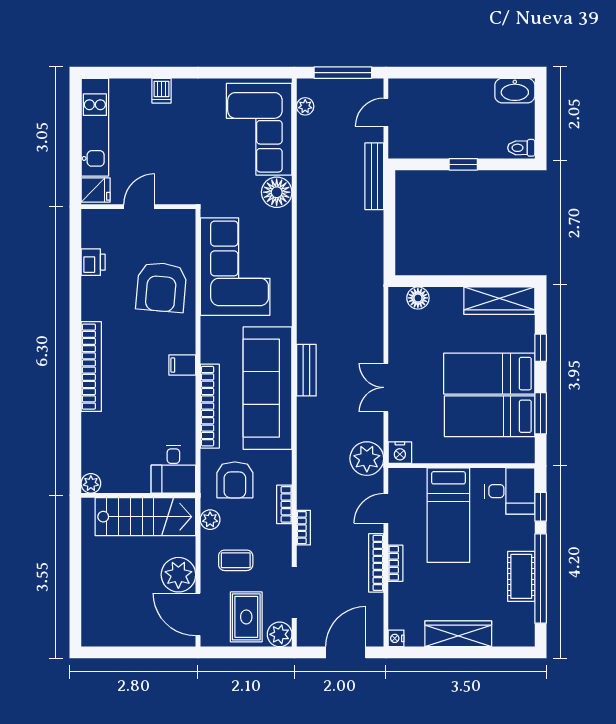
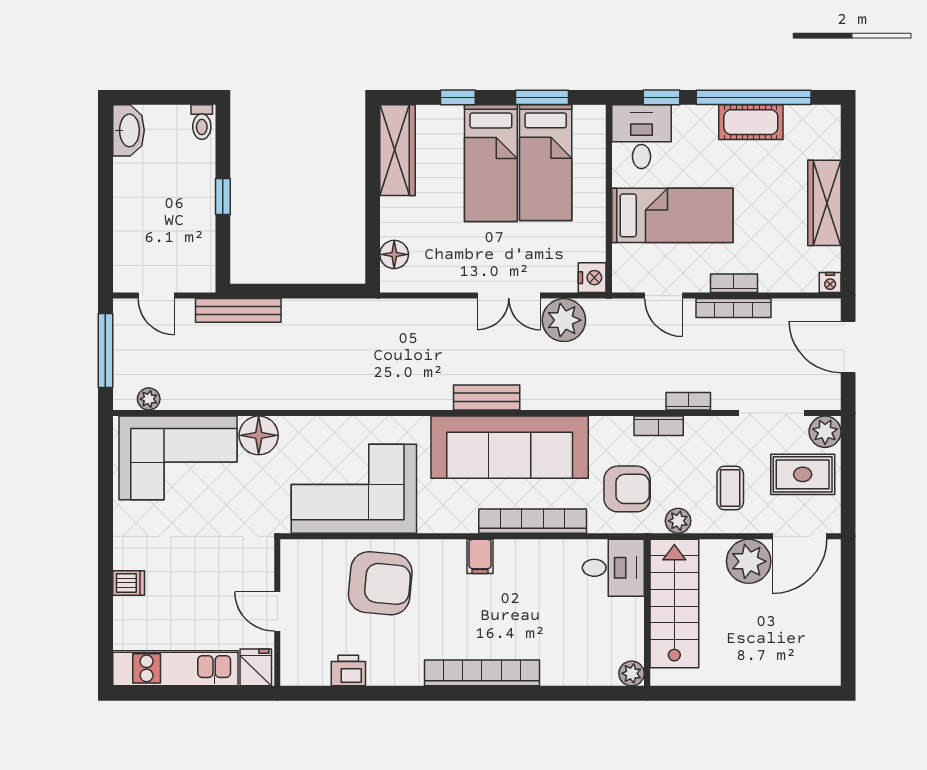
plant: (367, 459) -> (564, 320), moved

